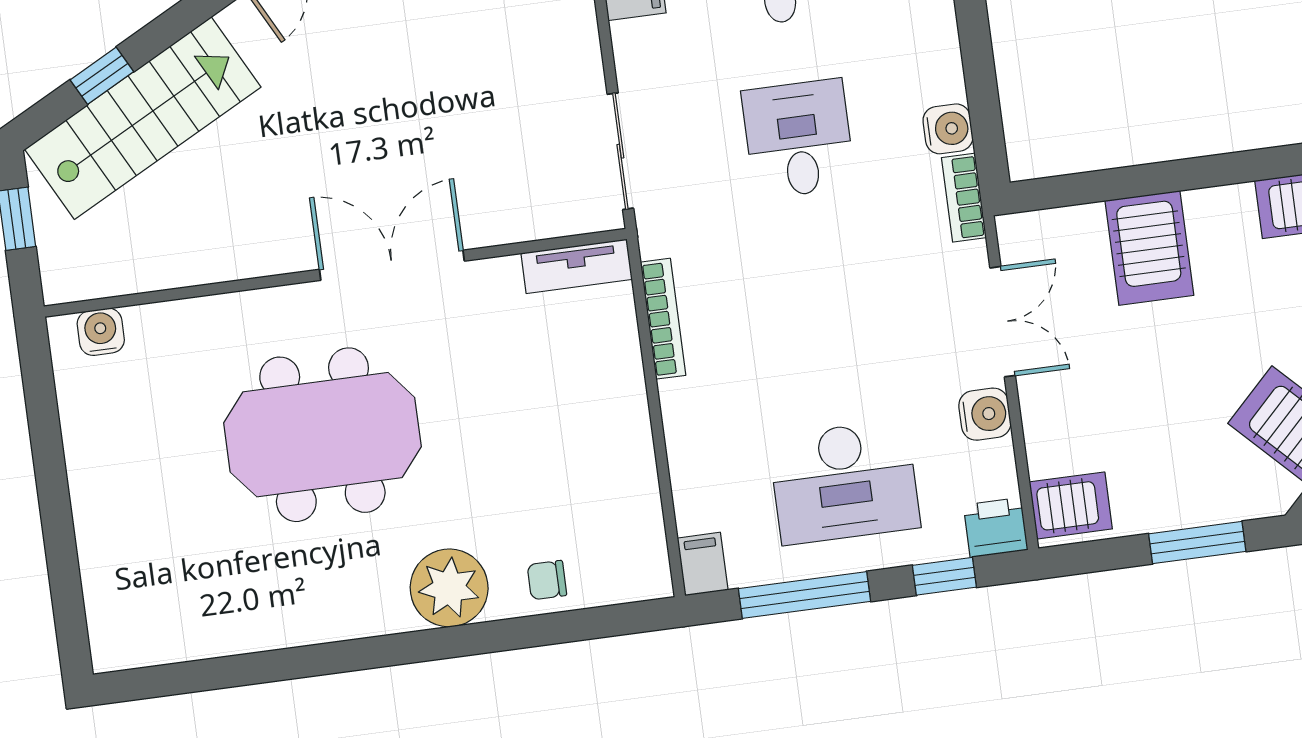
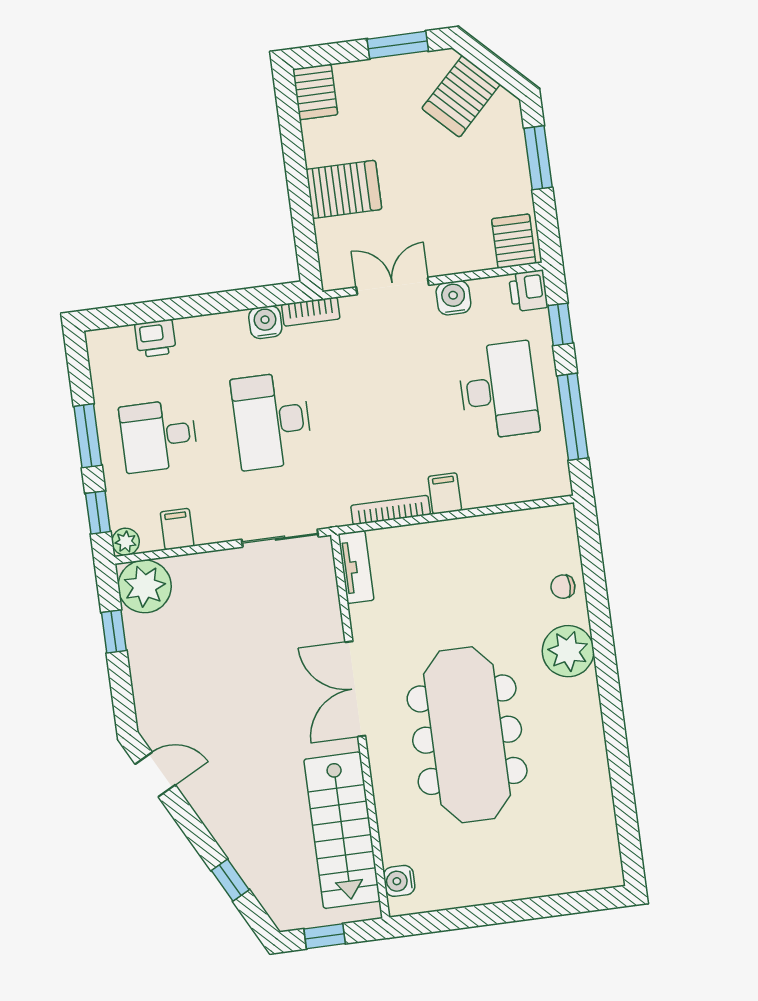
stairs: (143, 118) -> (342, 830), moved, turned -152
desk: (799, 139) -> (272, 421), width x1.37
meeting table: (322, 435) -> (467, 735), width x1.36
filing cabinet: (703, 564) -> (445, 493), moved, turned 90
chair: (547, 580) -> (563, 587), turned 90

